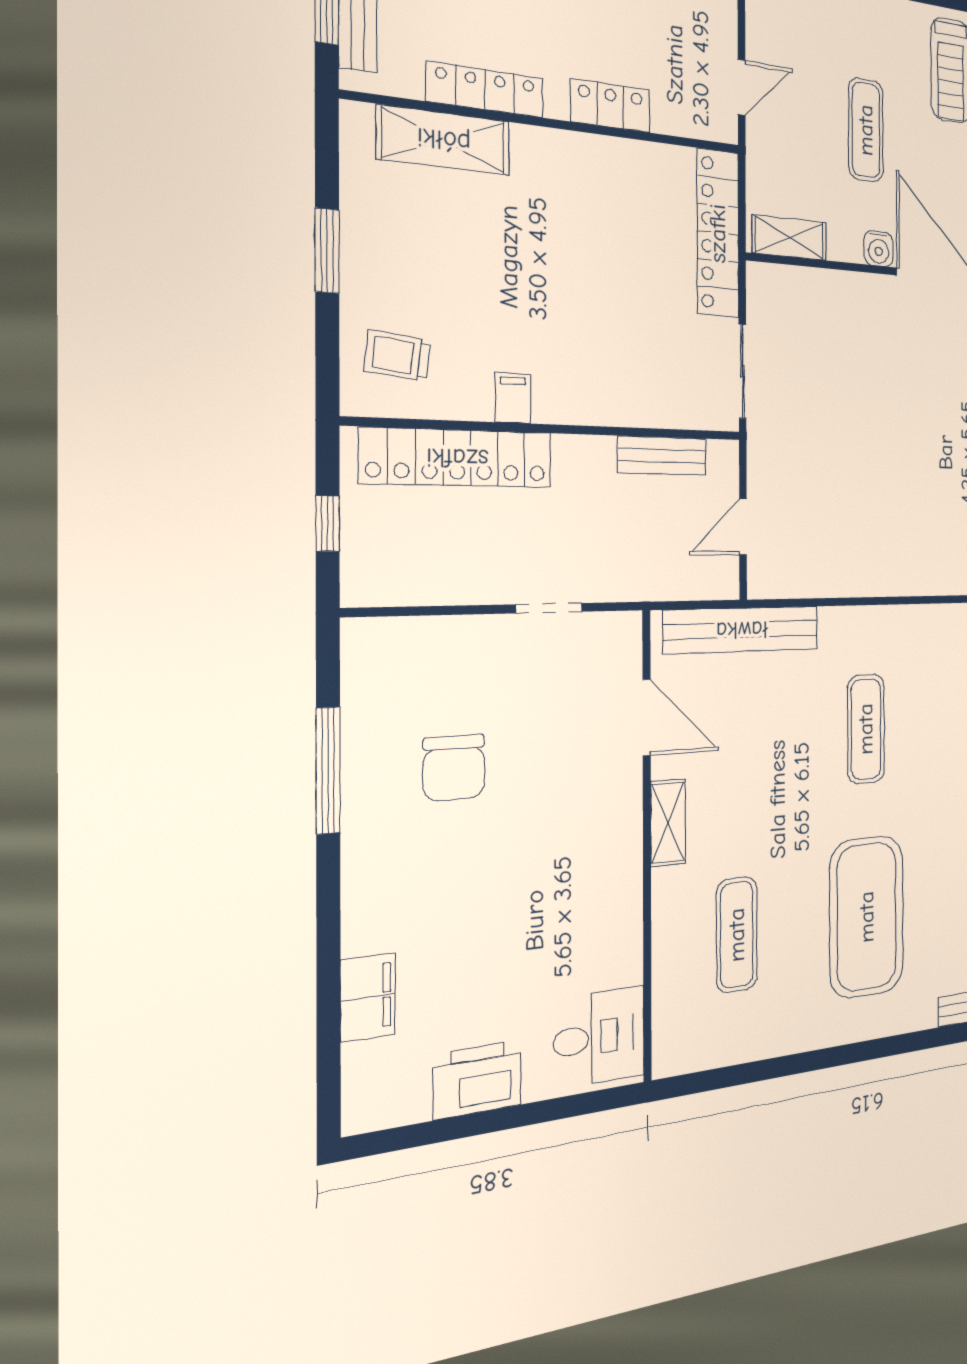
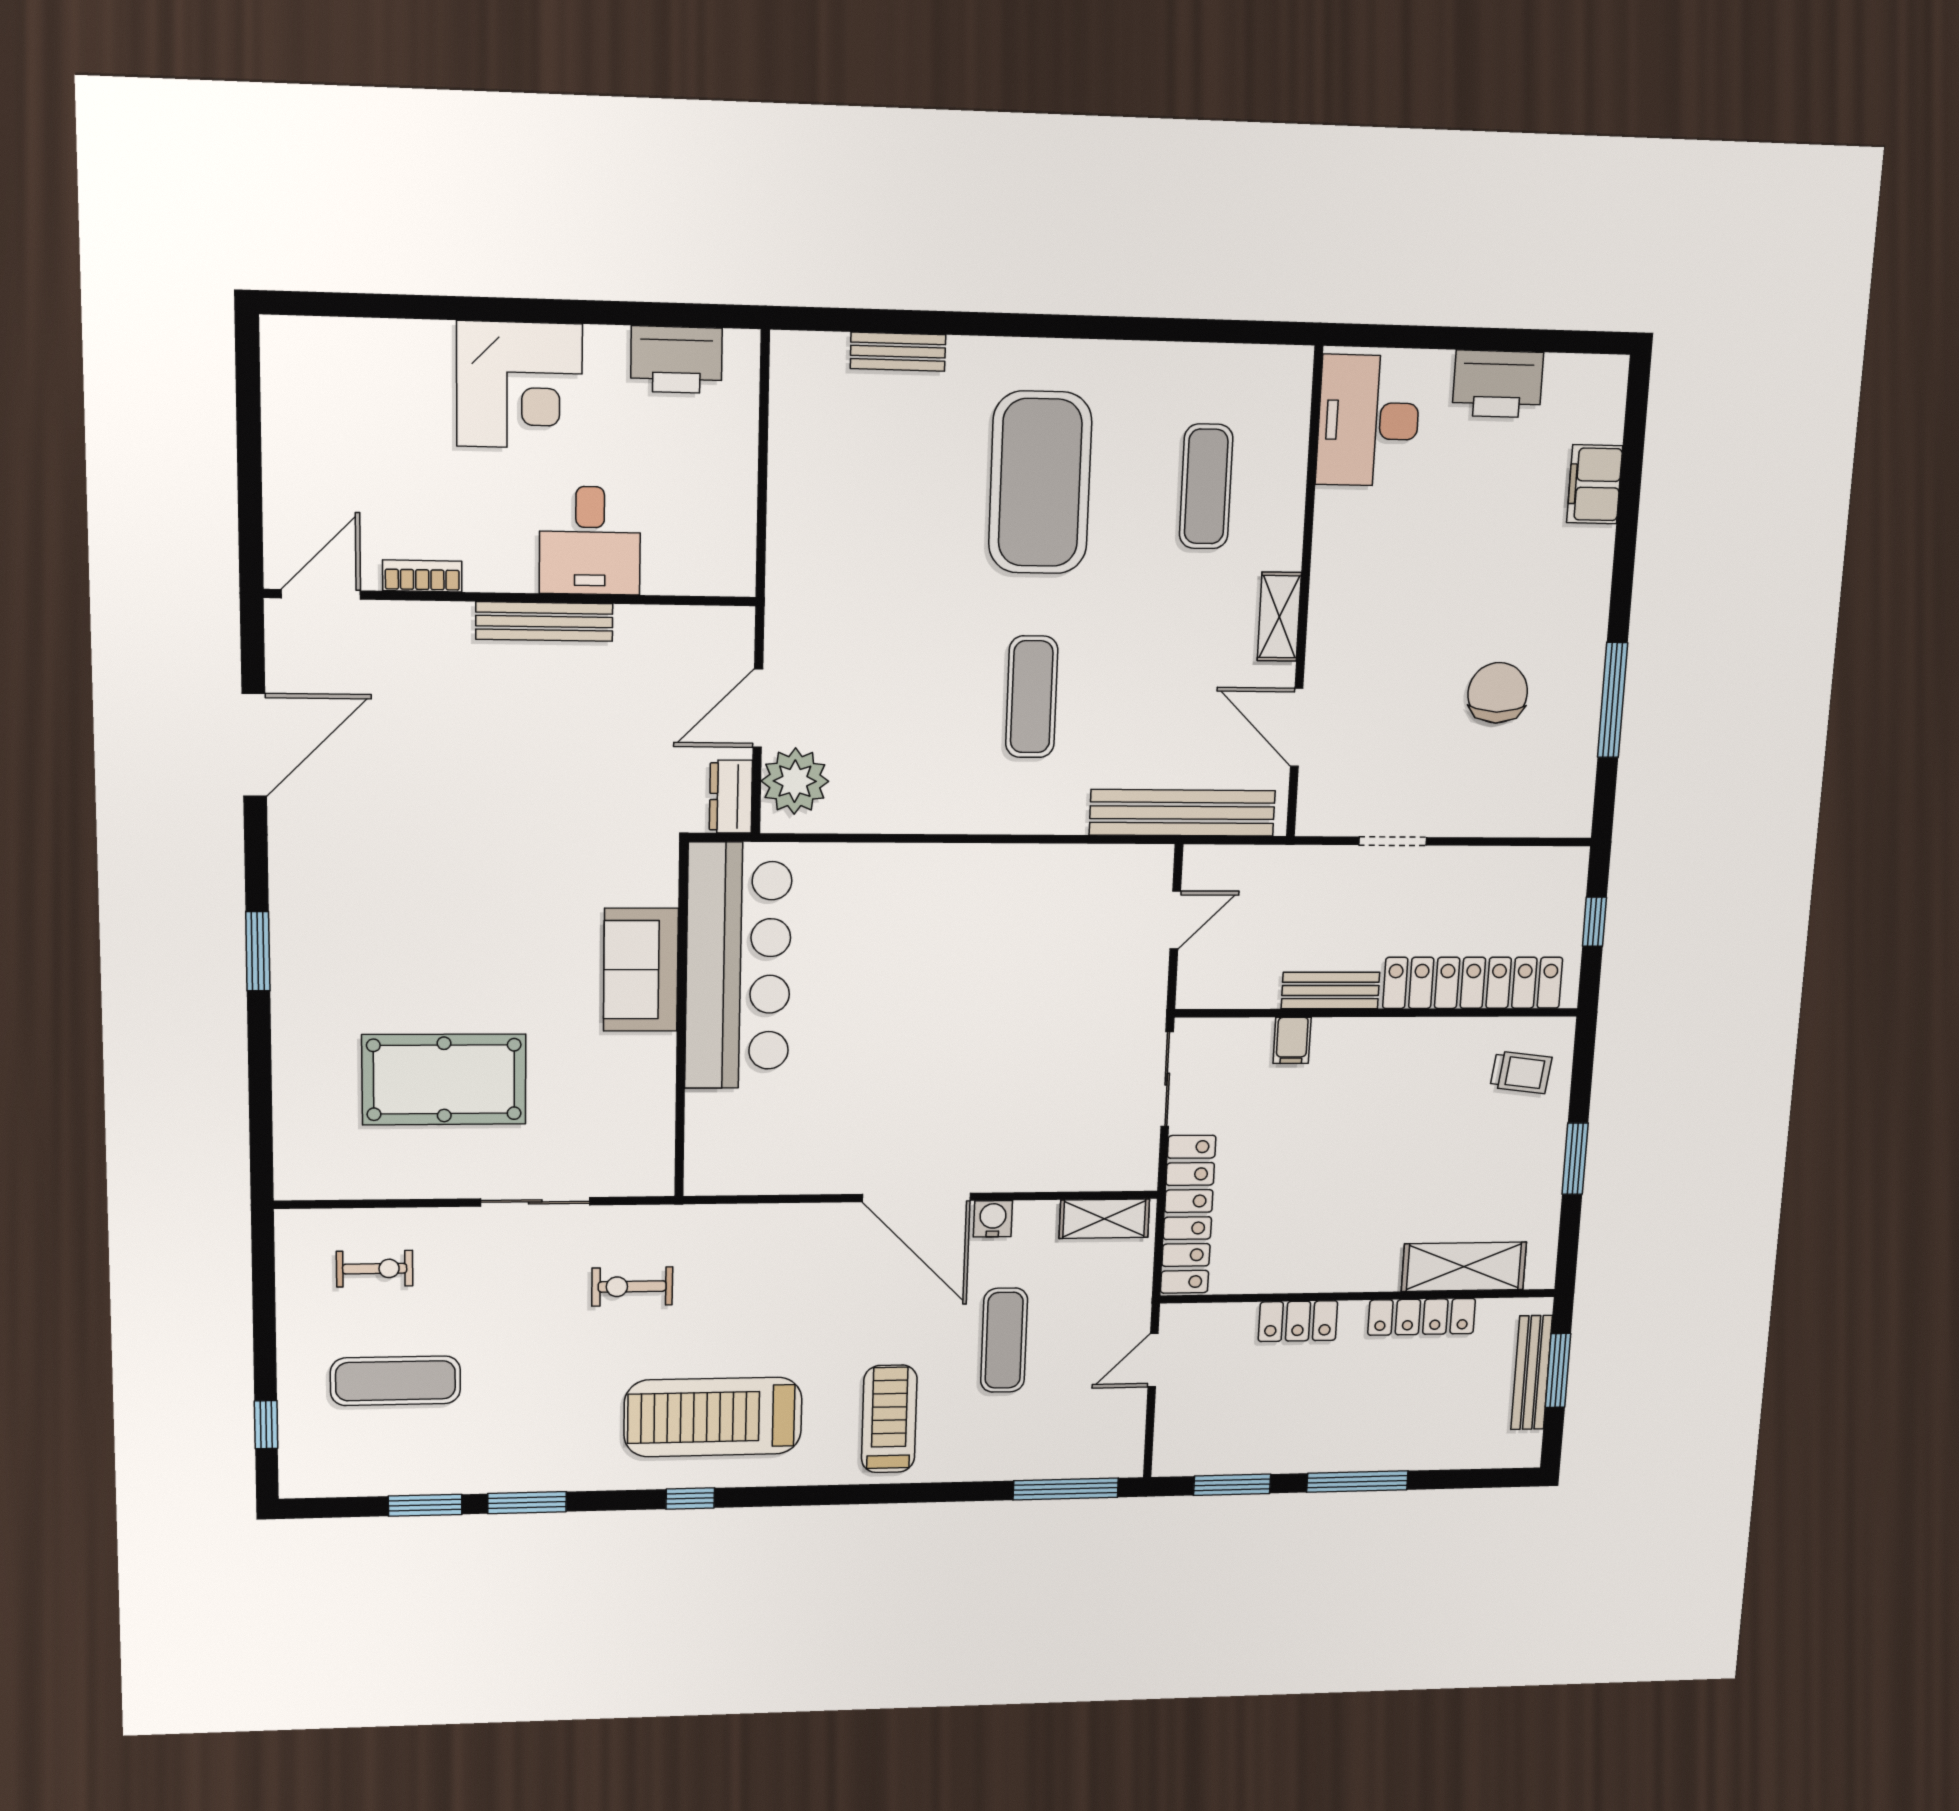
filing cabinet: (513, 398) -> (1292, 1040), moved
bench: (662, 456) -> (1330, 990), moved
desk: (599, 1037) -> (1368, 421), width x1.37

